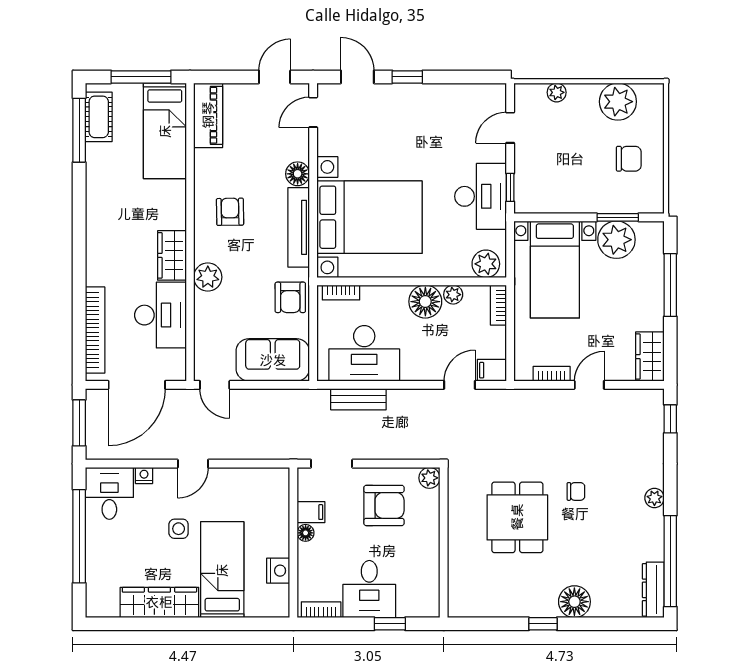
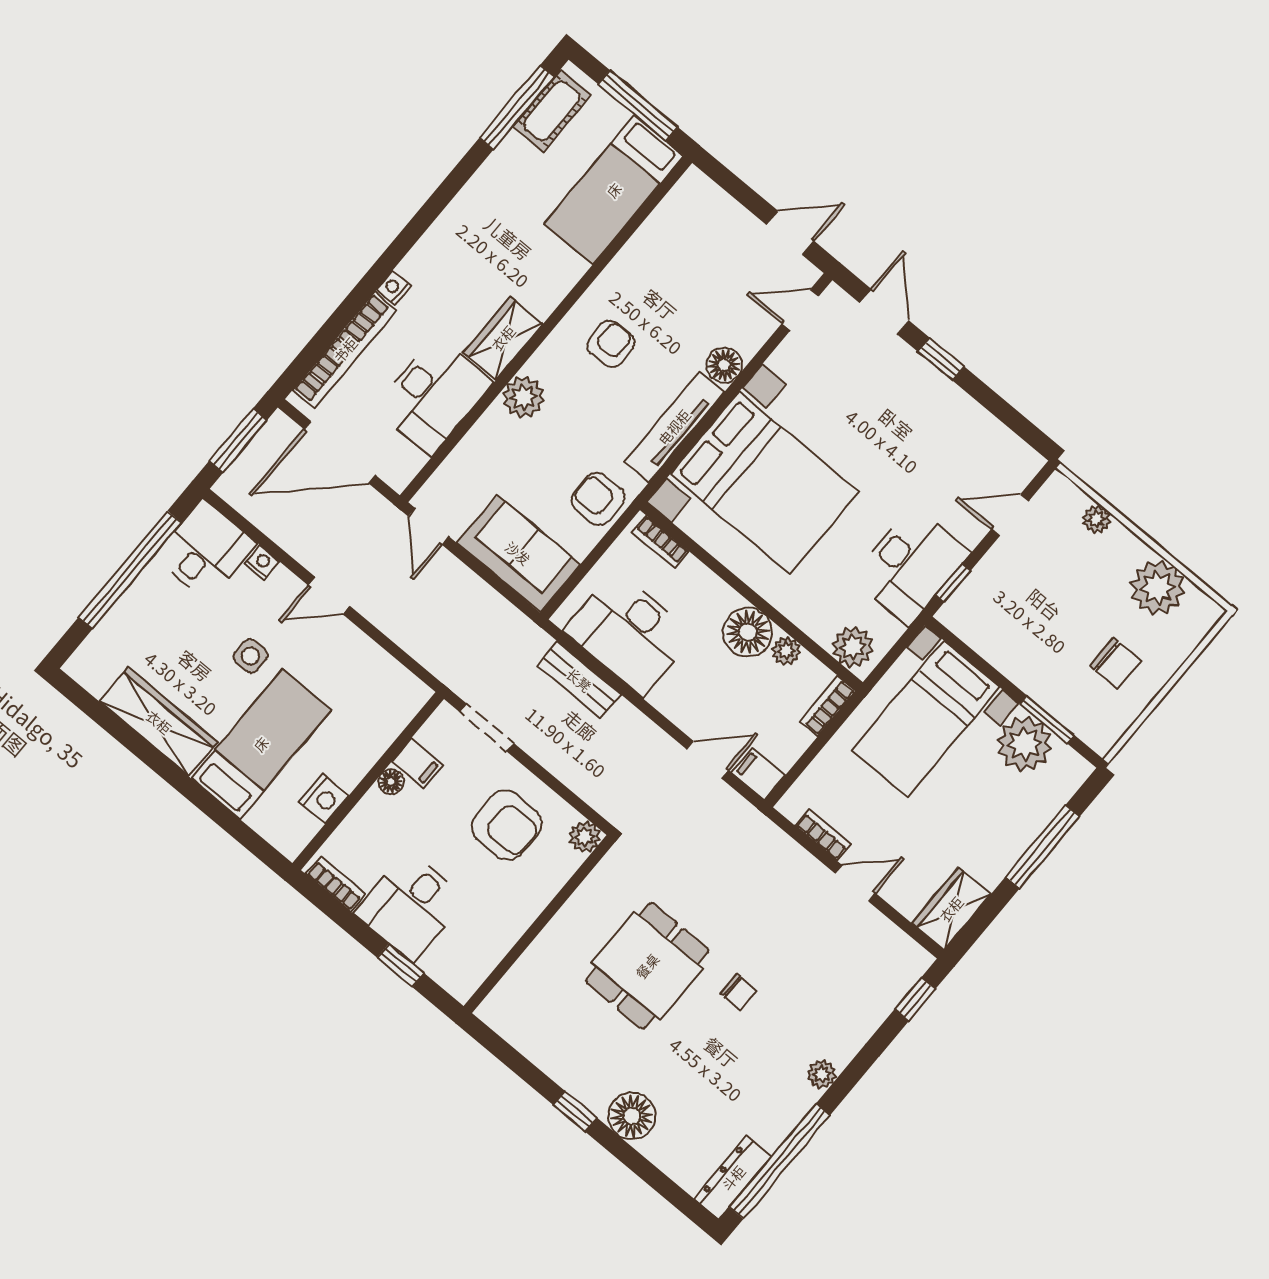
piano: (208, 115) -> (678, 213), removed
nightstand: (93, 276) -> (394, 287), added
armchair: (290, 297) -> (598, 499), turned 90

